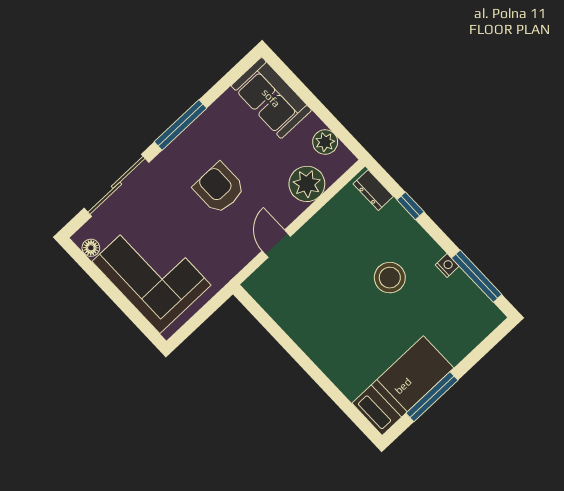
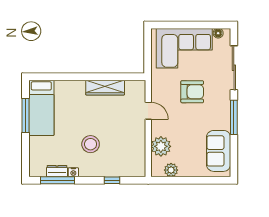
sofa: (271, 98) -> (219, 151), moved, turned -90
armchair: (219, 188) -> (192, 92), moved
dresser: (373, 190) -> (57, 171), moved
wardrobe: (299, 328) -> (105, 88), added

